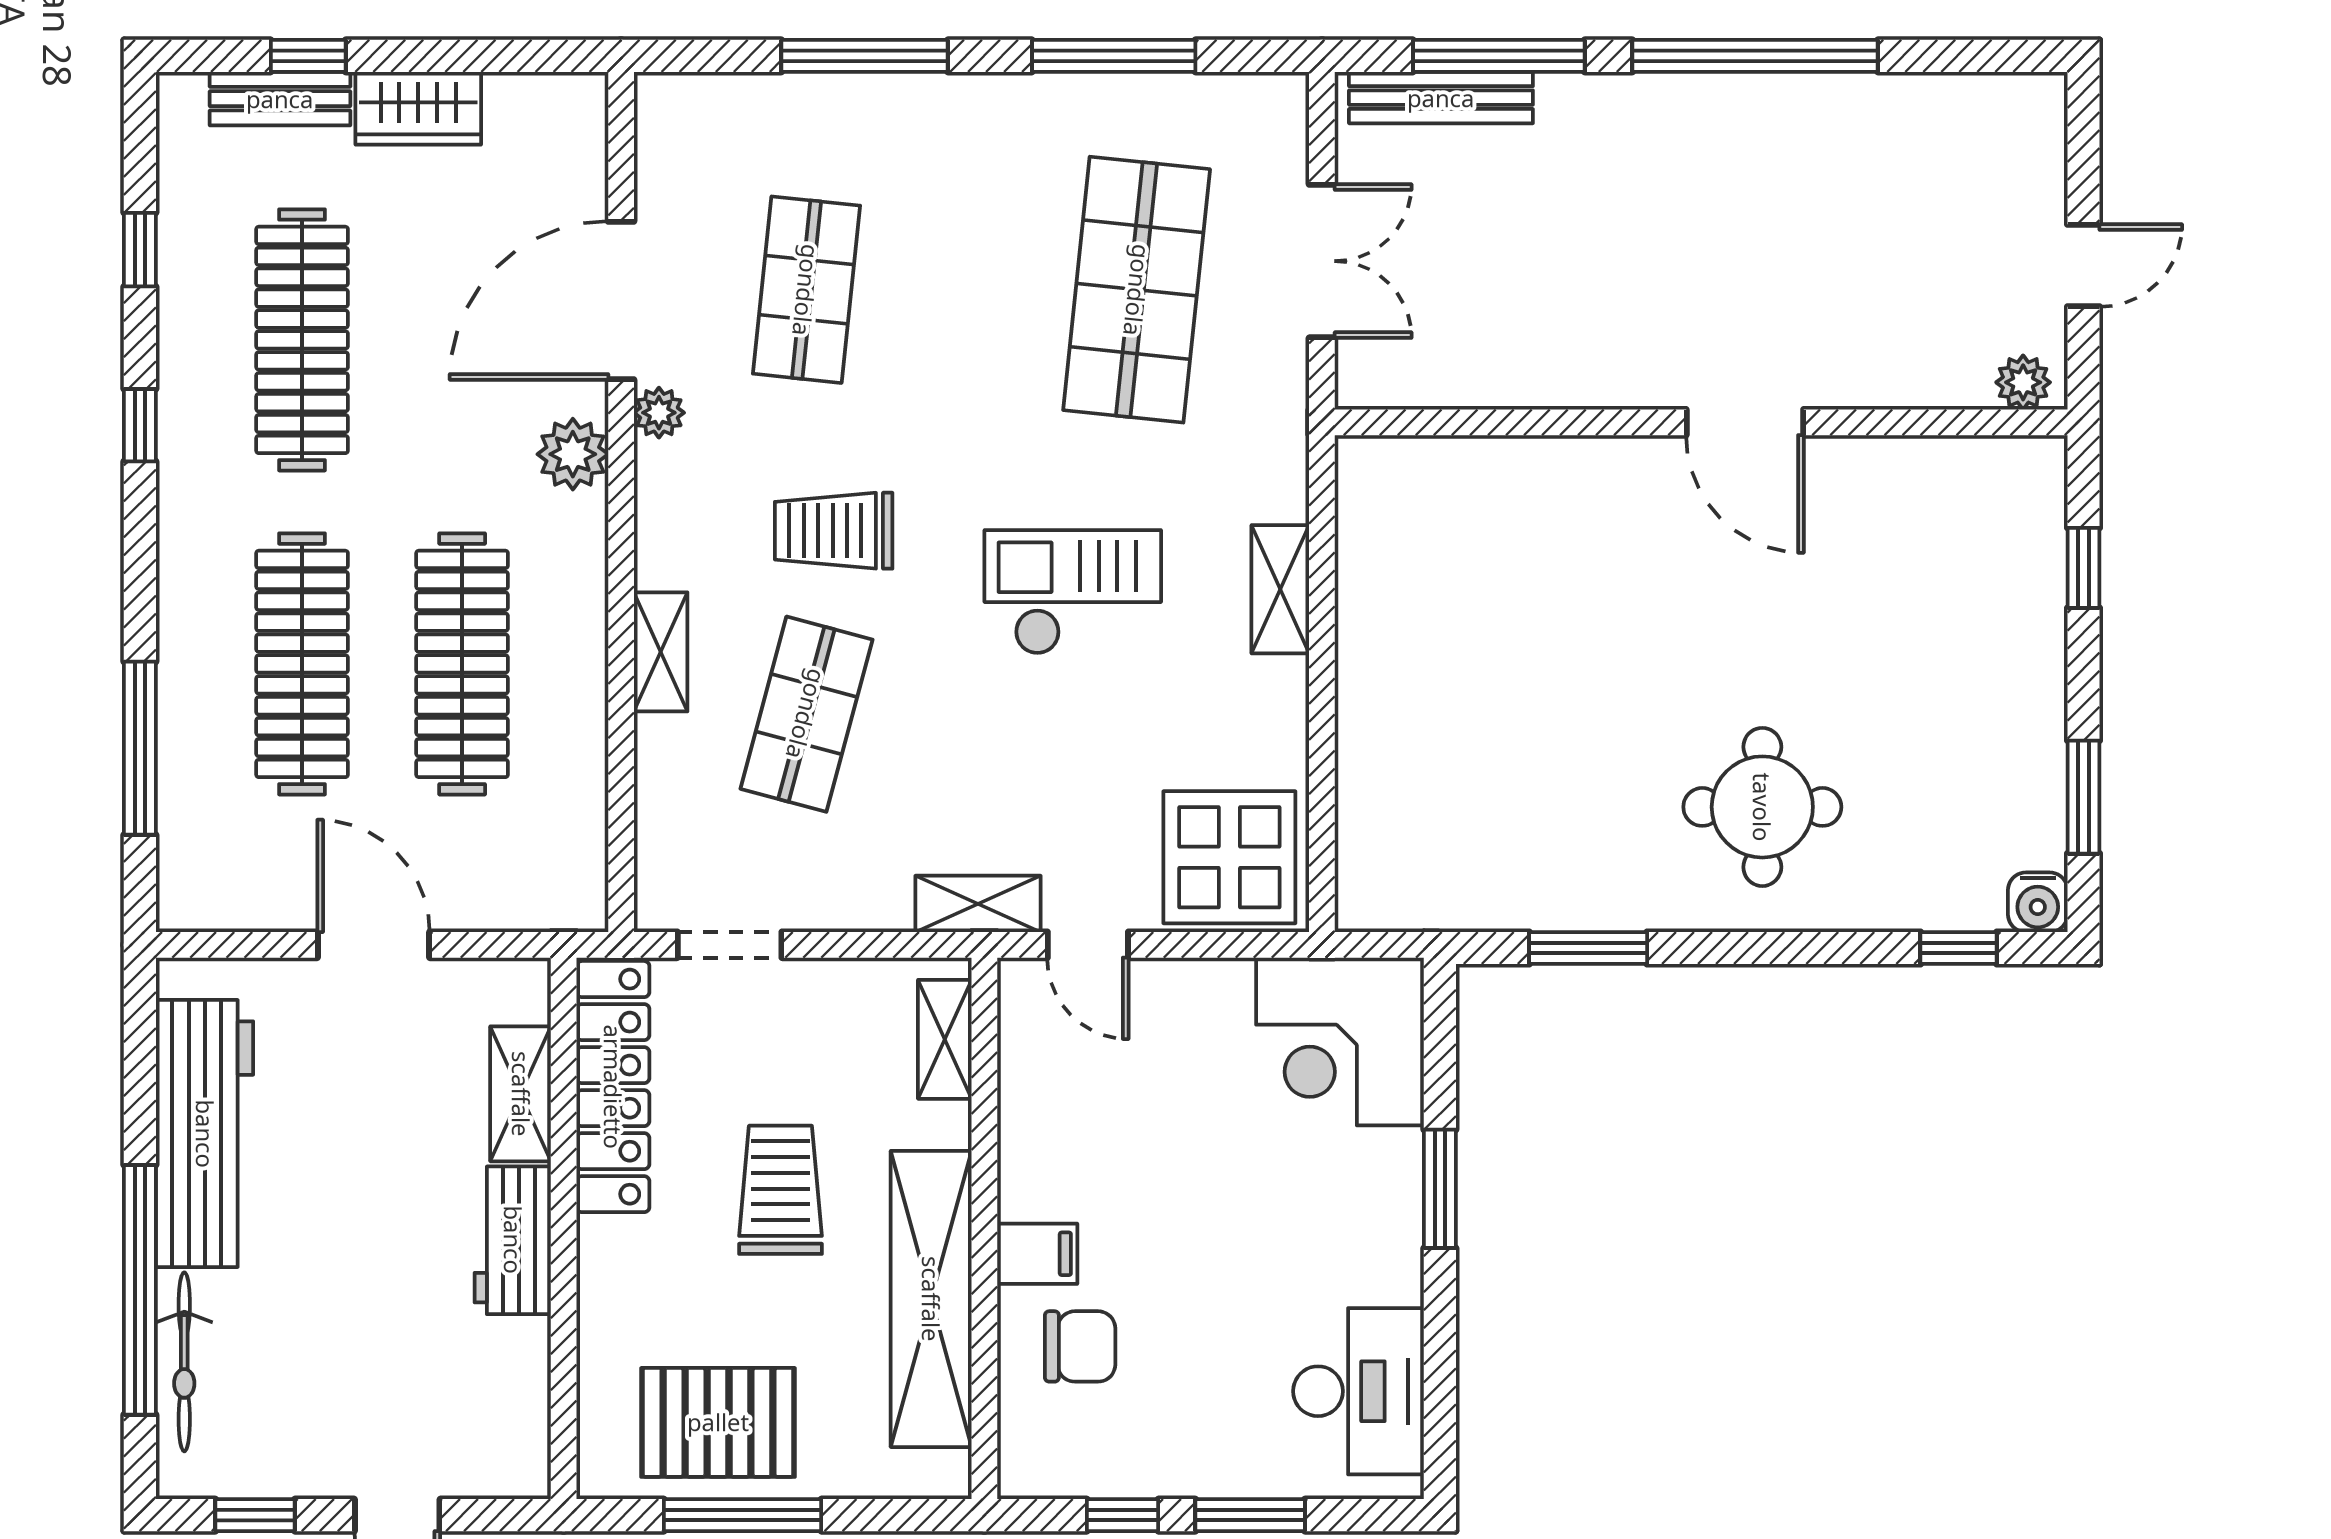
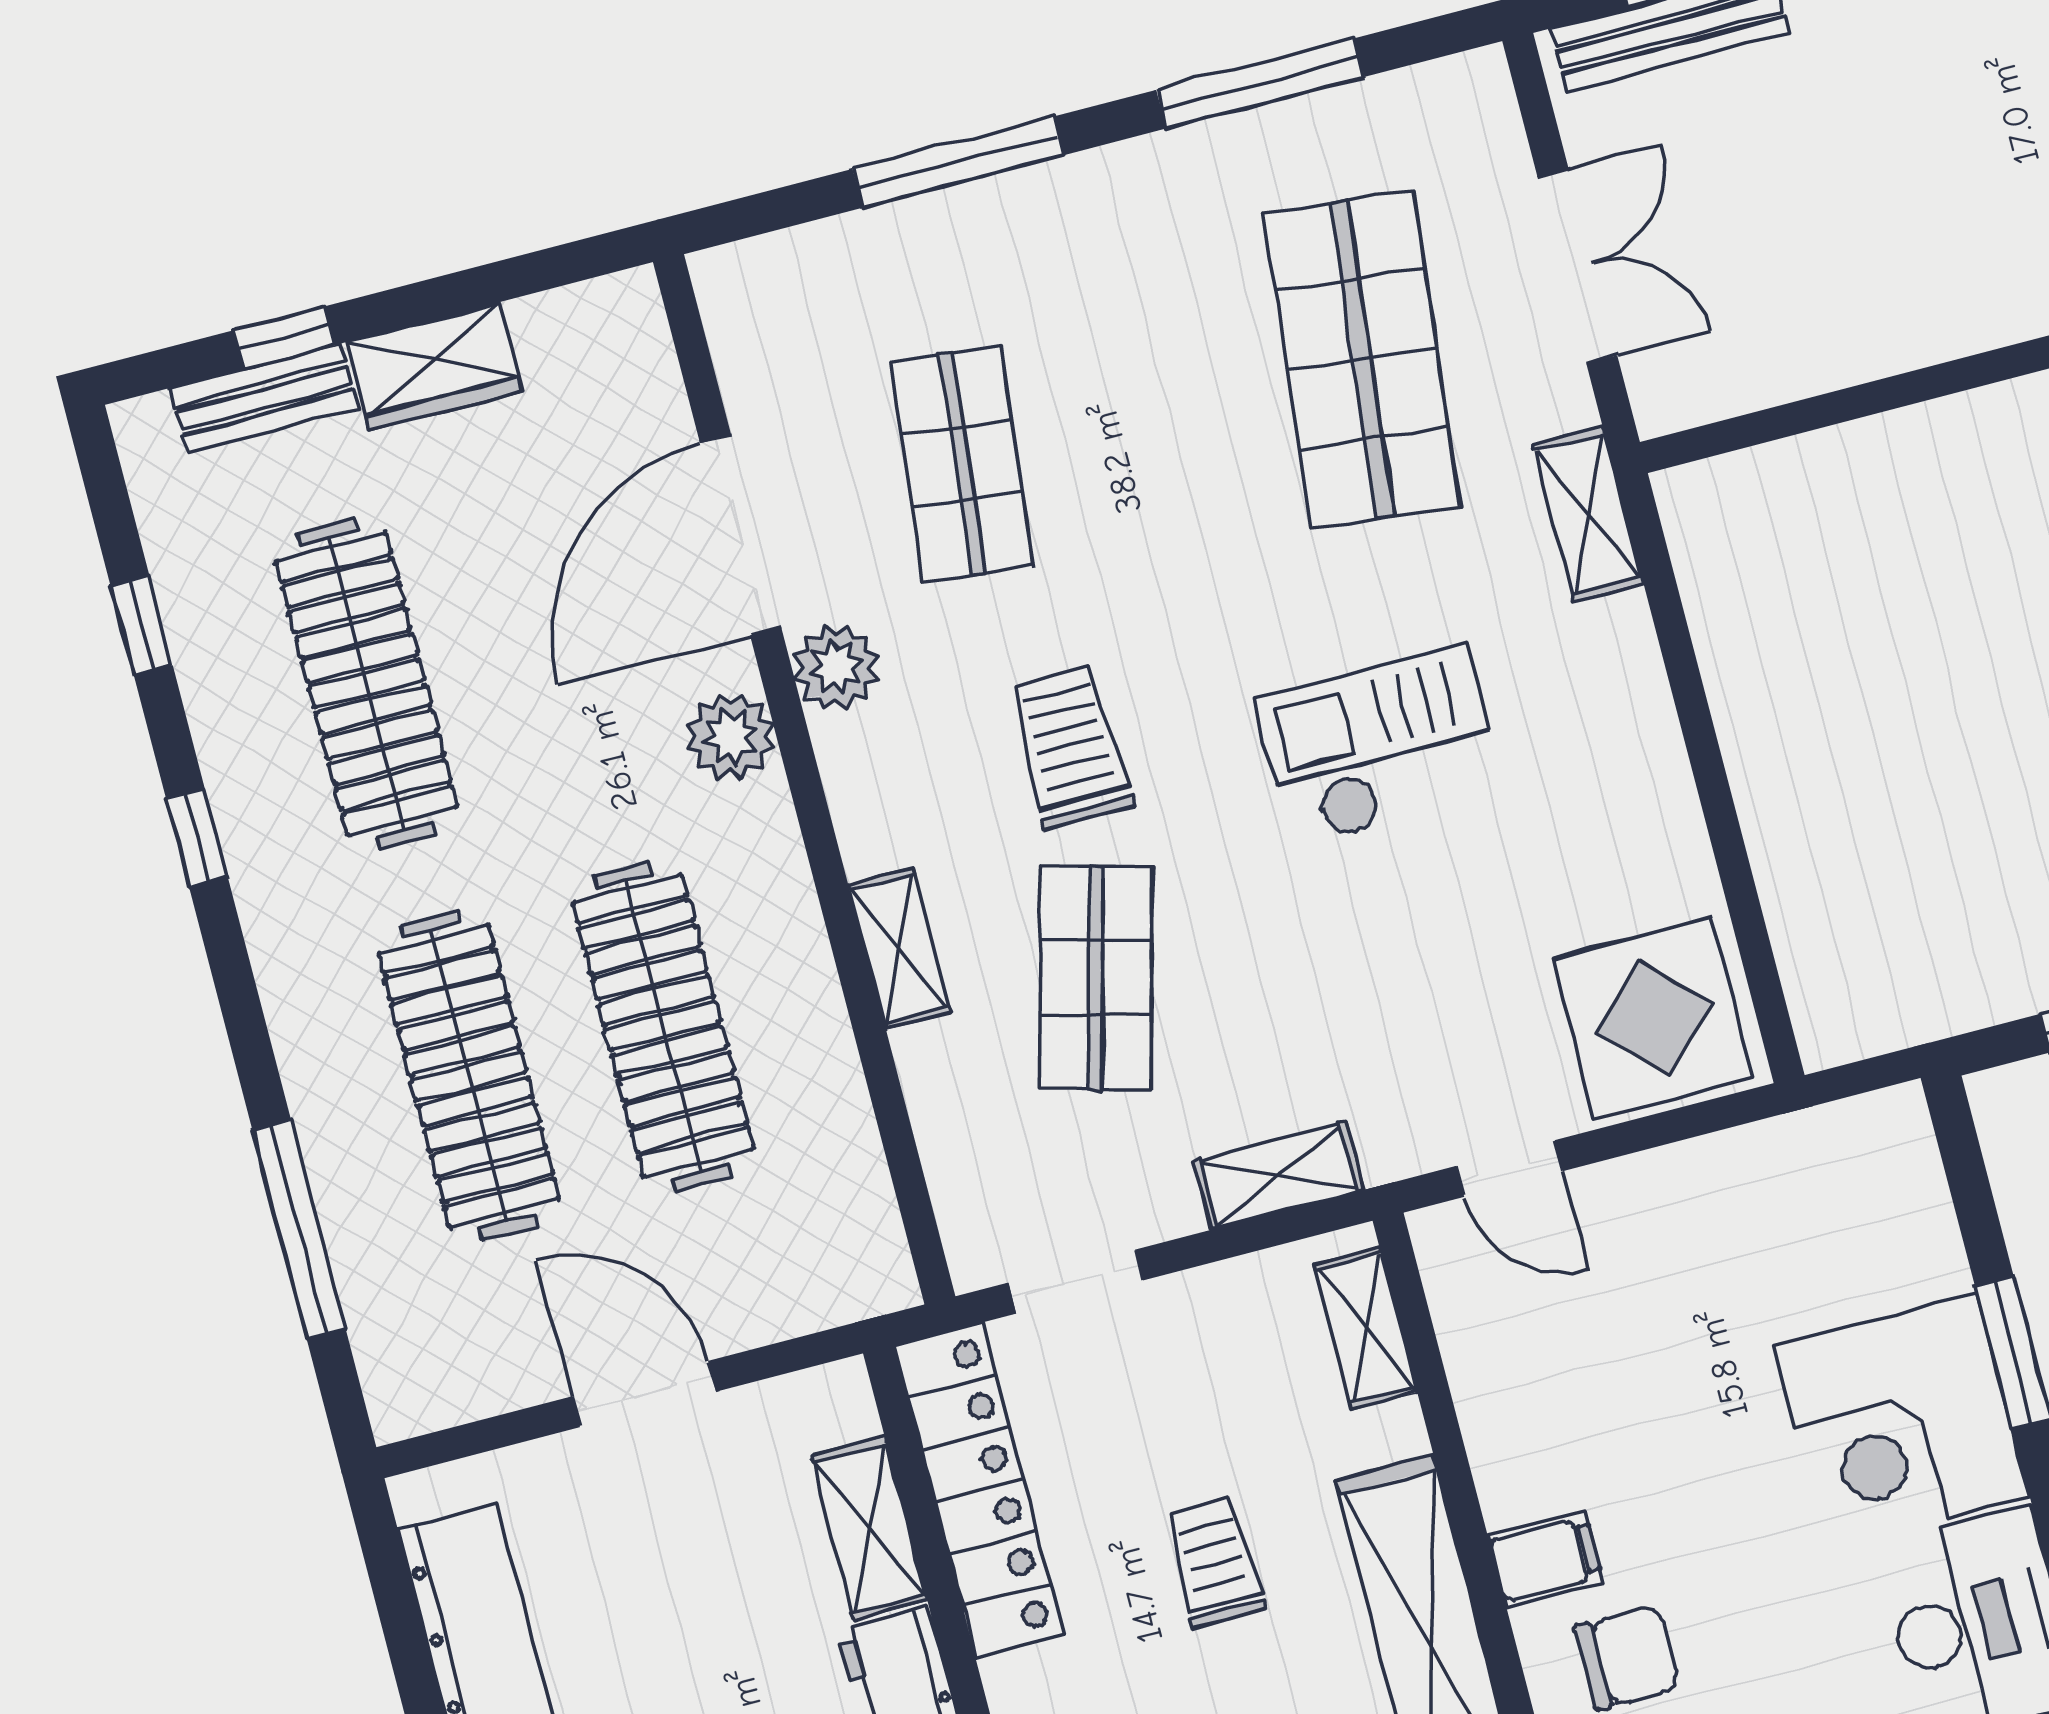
plant: (659, 413) -> (836, 668), width x1.38, depth x1.38
trolley: (834, 531) -> (1071, 747), turned 90
shelving: (1280, 589) -> (1588, 514), moved
shelving: (978, 904) -> (1278, 1176), moved
corner desk: (1340, 1042) -> (1902, 1421), moved
trolley: (780, 1190) -> (1214, 1562), width x0.73, depth x0.72

